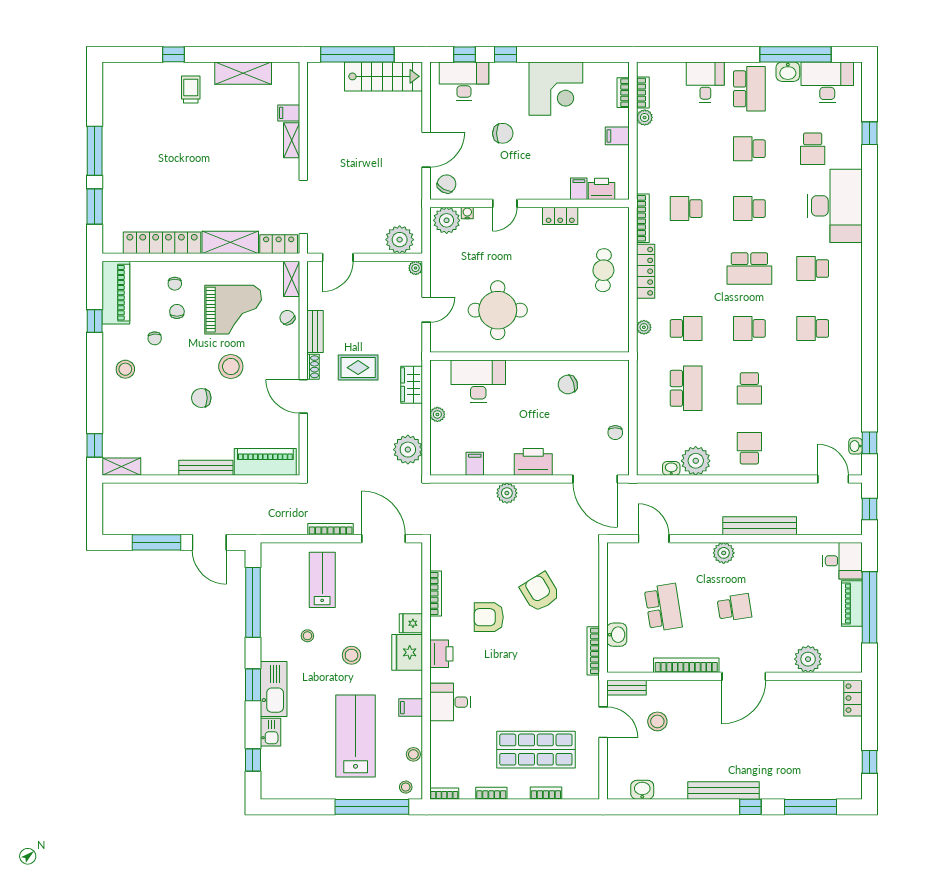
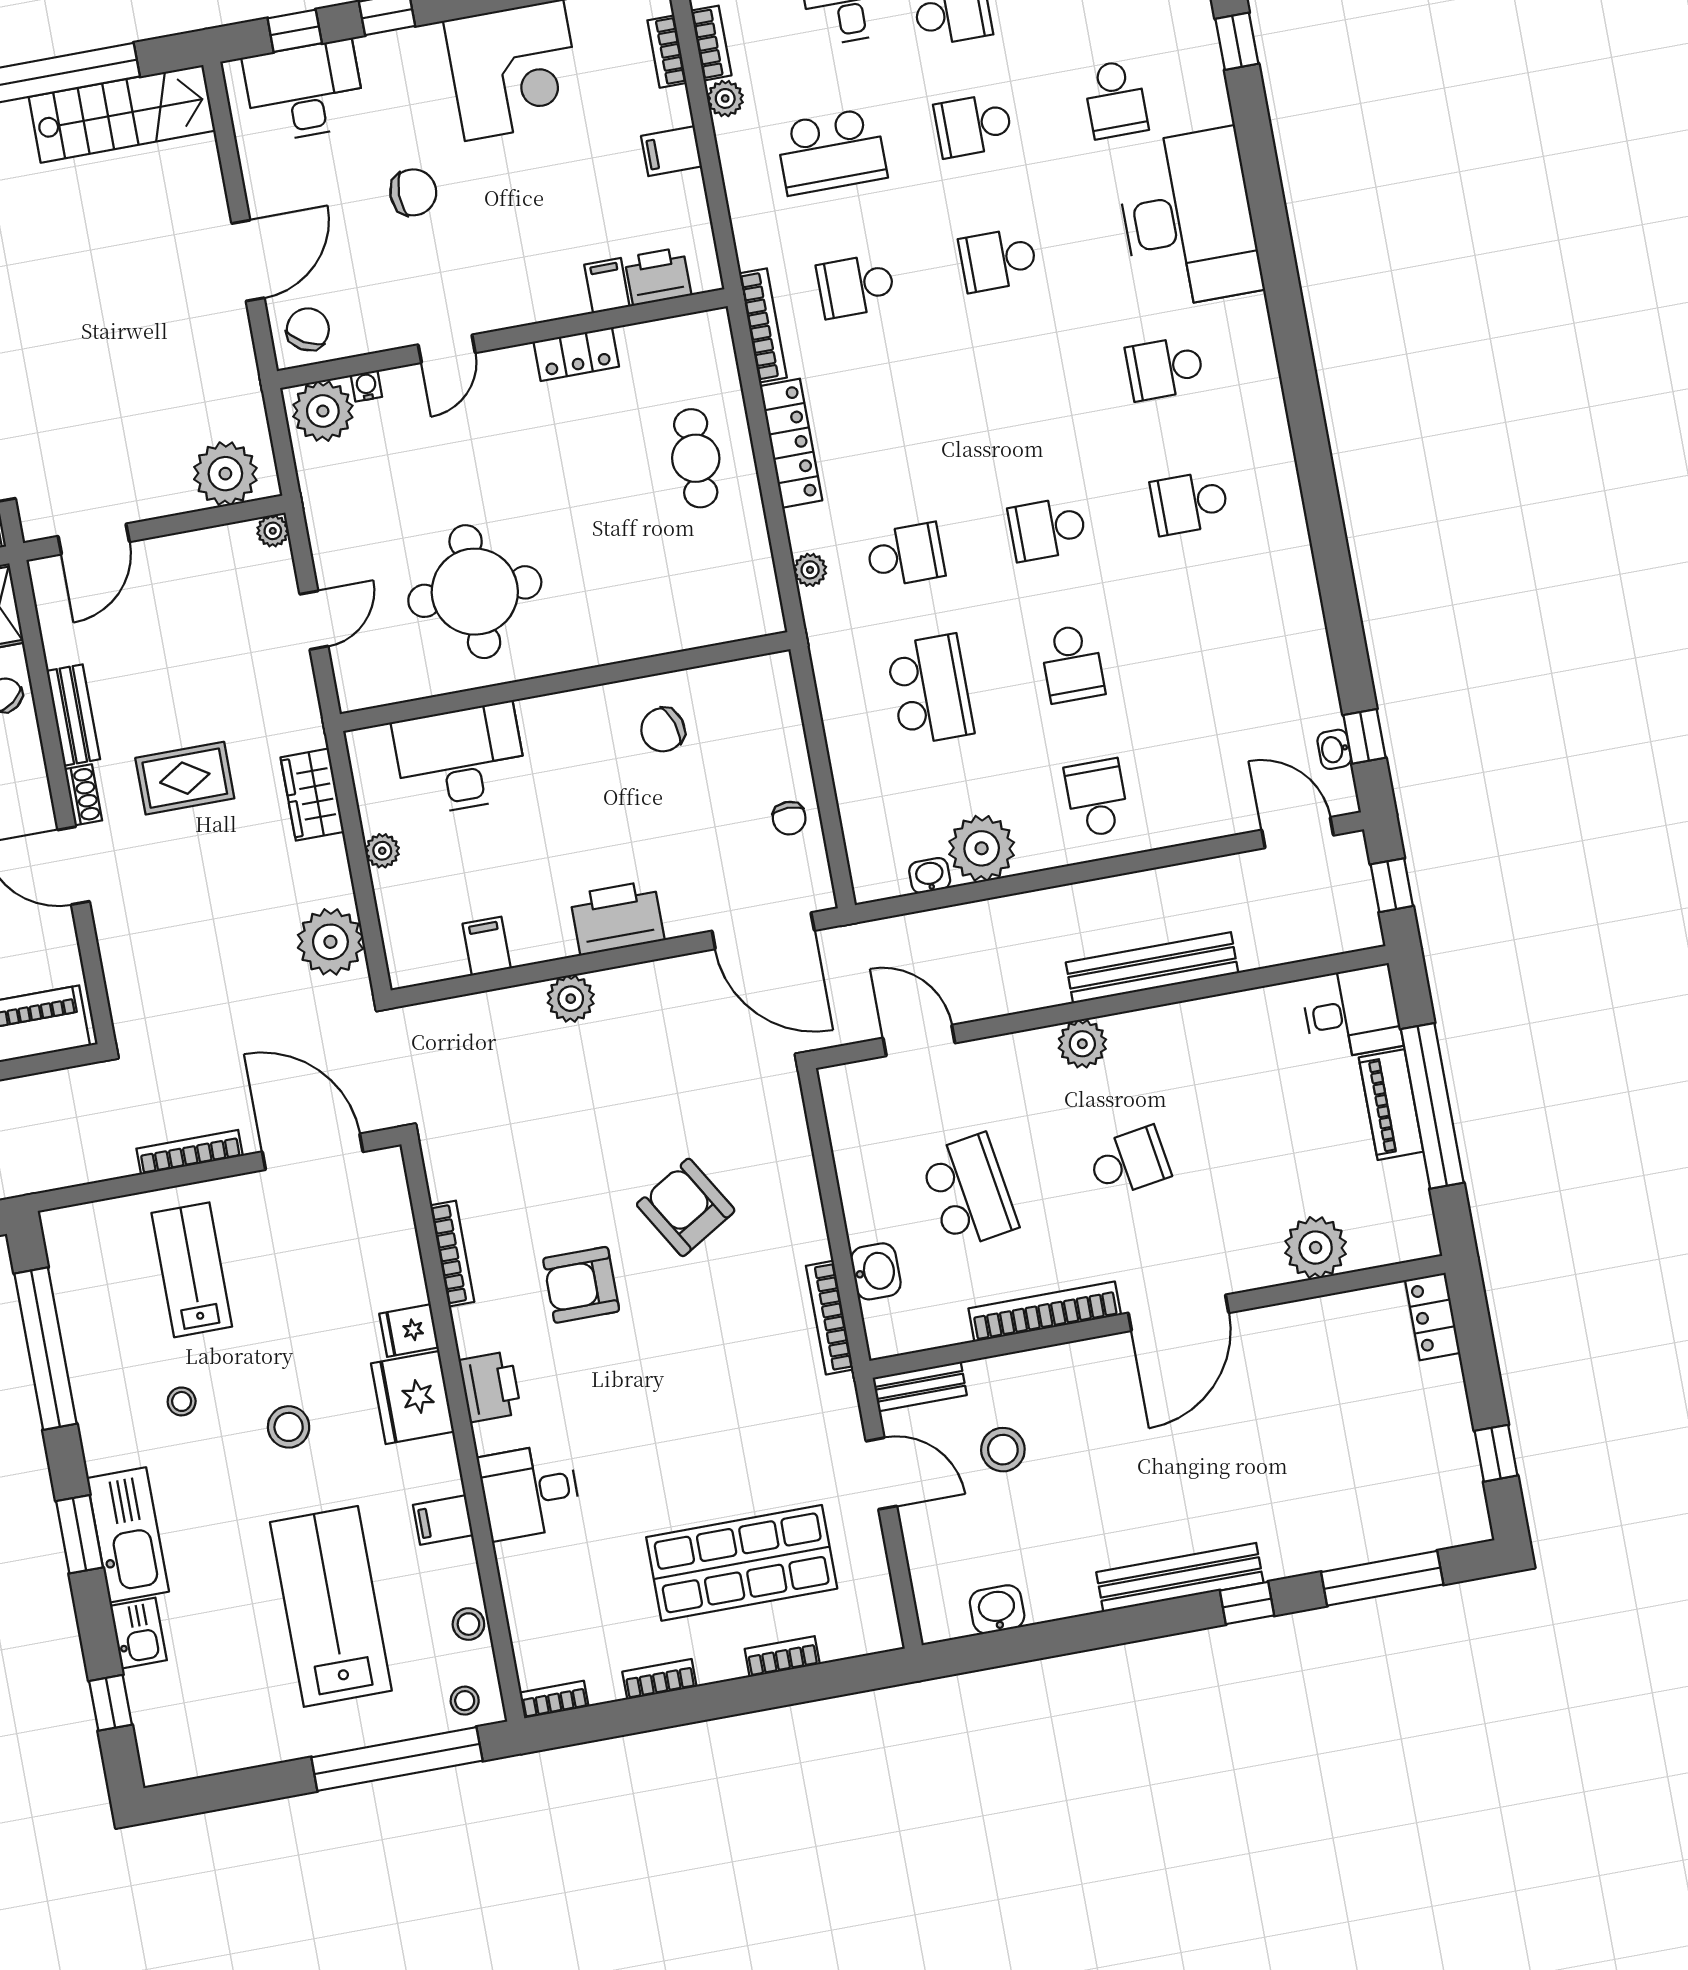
school desk: (749, 269) -> (831, 151), moved

